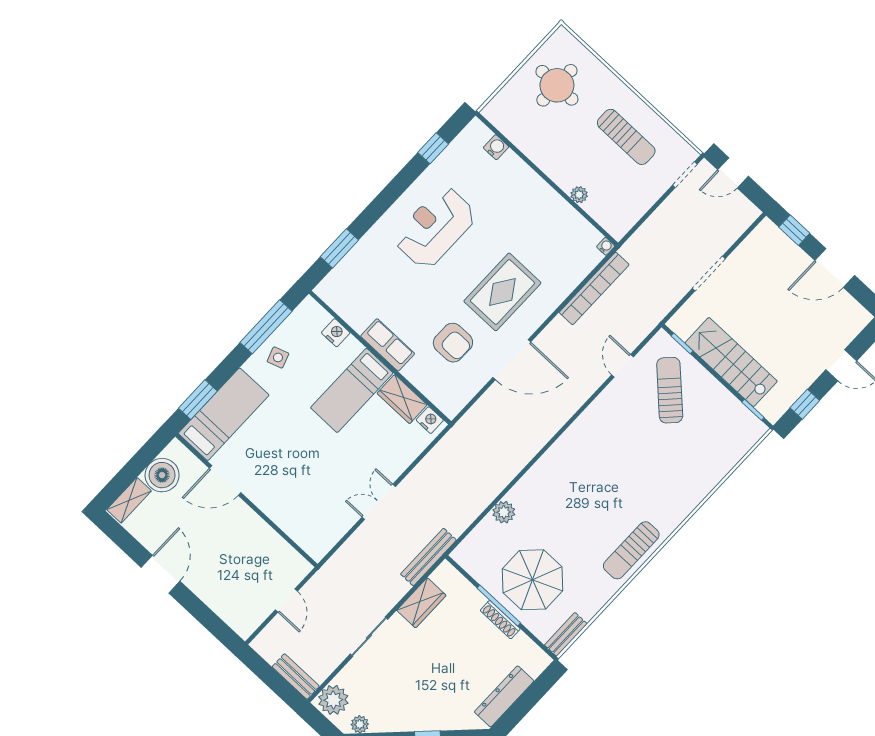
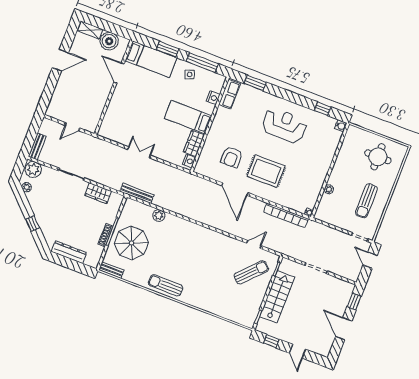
water cooler: (496, 147) -> (341, 126), moved
row of seats: (388, 345) -> (230, 94), moved
window: (198, 400) -> (168, 49), moved
bench: (428, 557) -> (137, 193), moved

